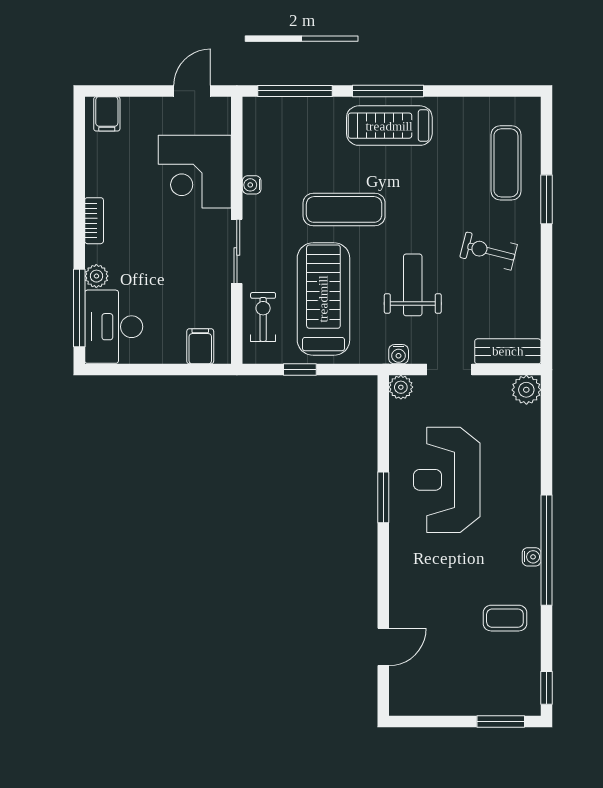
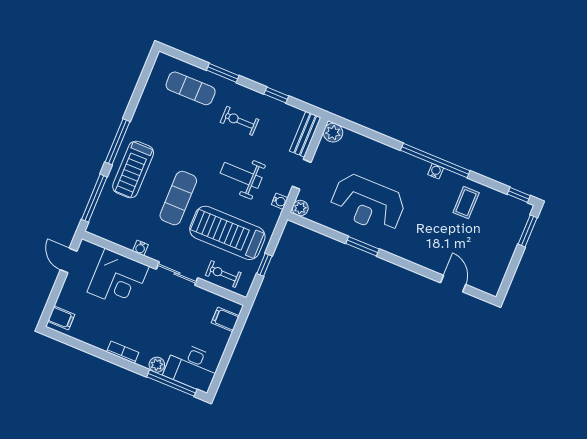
treadmill: (389, 126) -> (133, 170), moved
exercise bike: (489, 251) -> (240, 121), turned 76
window: (546, 288) -> (276, 95), added

